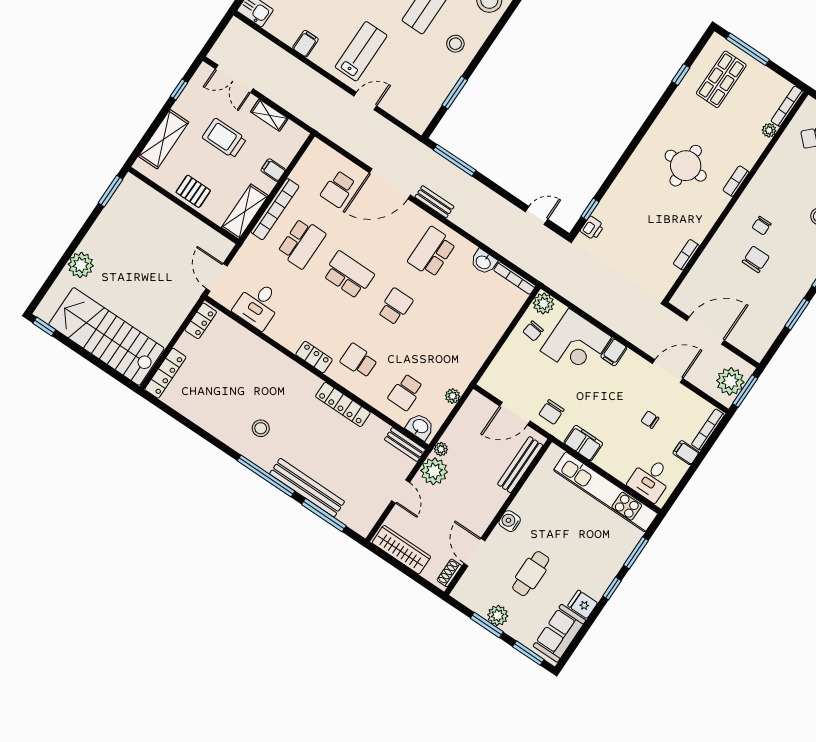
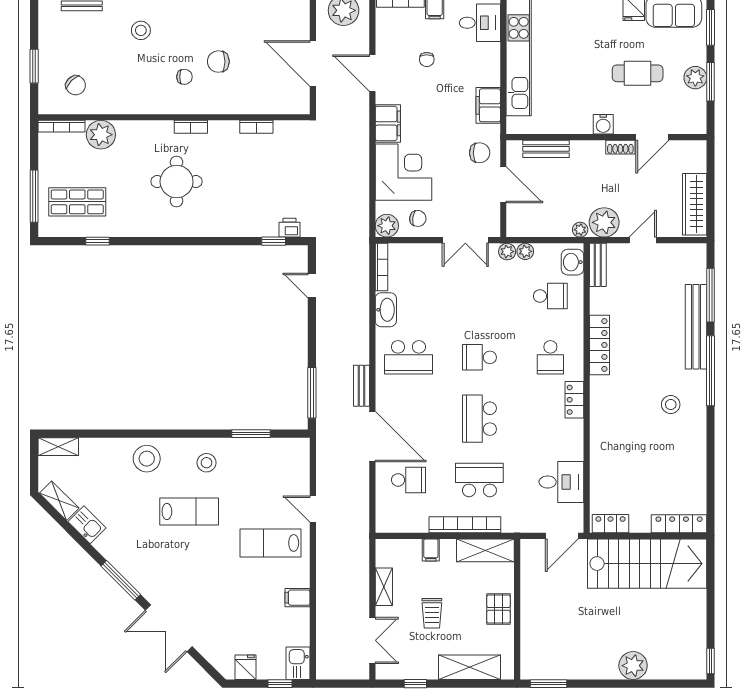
plant: (769, 130) -> (101, 135), width x1.87, depth x1.87
trolley: (224, 138) -> (432, 613), width x0.73, depth x0.72
bookcase: (736, 181) -> (191, 127), moved
washbasin: (484, 262) -> (386, 310), width x1.38
stairs: (106, 336) -> (647, 564), moved, turned -90
filing cabinet: (614, 352) -> (388, 123), width x2.00
double door: (492, 356) -> (465, 240), added
plant: (462, 382) -> (507, 252), added
bench: (520, 465) -> (546, 149), width x0.73
shoe rack: (449, 573) -> (620, 147), moved

